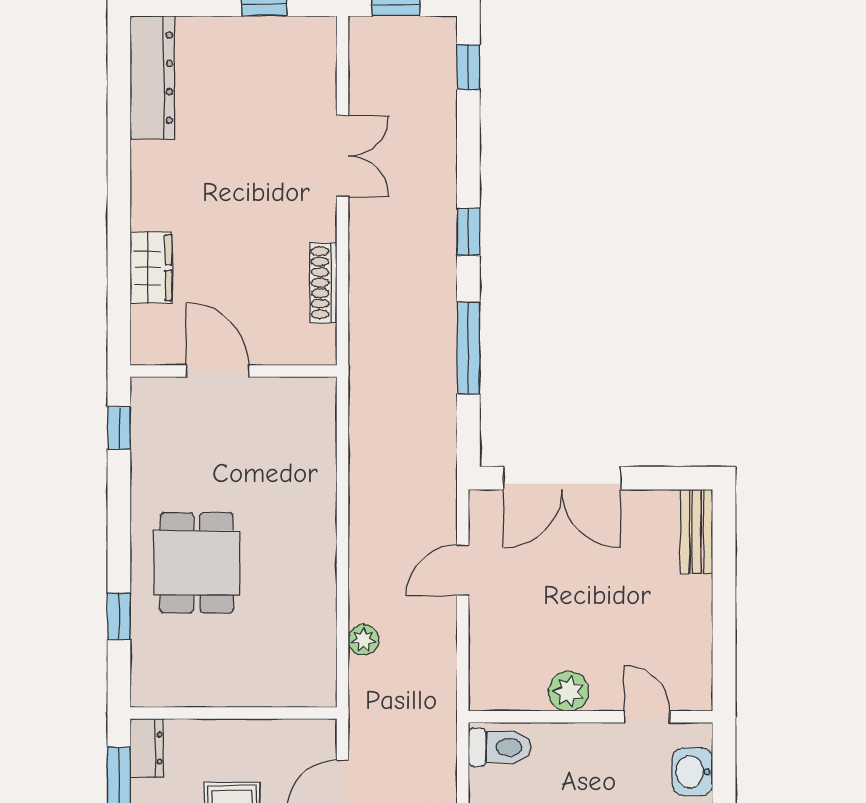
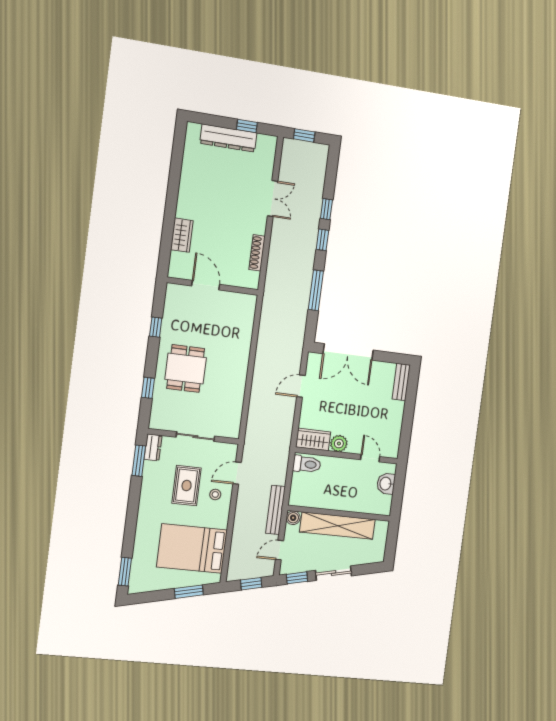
window: (468, 67) -> (326, 209), moved
dresser: (152, 78) -> (228, 138), moved, turned 90
window: (119, 428) -> (156, 327), moved
plant: (363, 640) -> (254, 411), removed
wardrobe: (507, 689) -> (313, 439), added
sliding door: (238, 713) -> (195, 437), added

